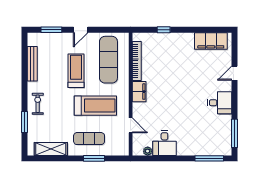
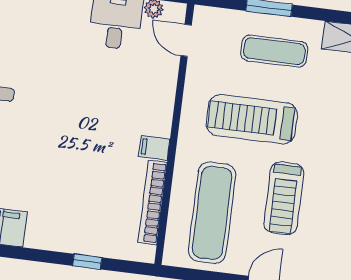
filing cabinet: (139, 92) -> (154, 148), width x0.50
door: (131, 125) -> (186, 40), moved

